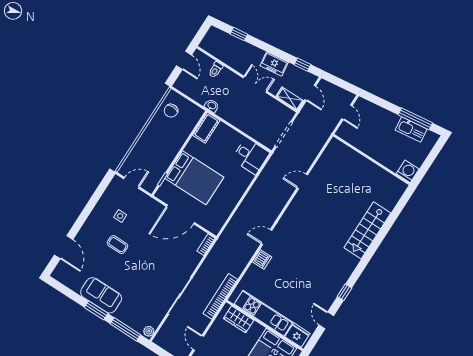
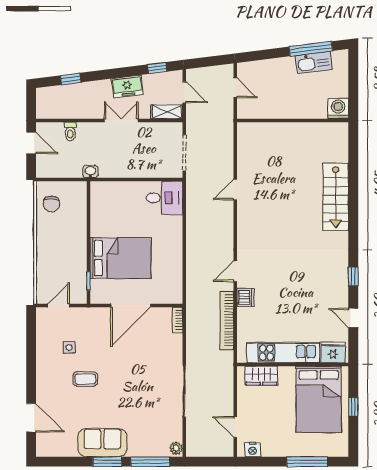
cot: (206, 128) -> (99, 198), removed
bookcase: (220, 296) -> (227, 320), moved

